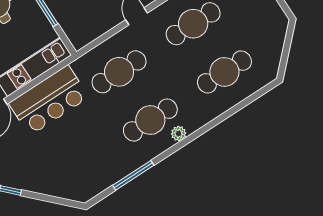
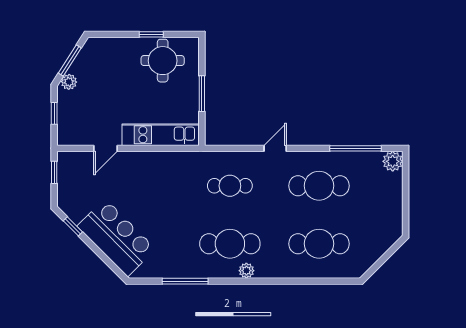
cafe table: (119, 72) -> (230, 186), width x0.73, depth x0.74
bar counter: (49, 100) -> (116, 238), moved, turned -135

